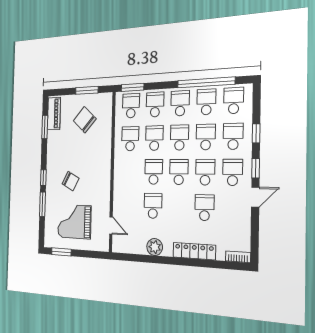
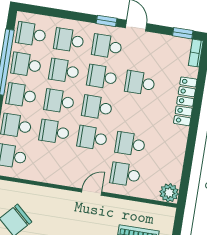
window: (256, 133) -> (183, 33), moved
school desk: (130, 139) -> (125, 174), moved
door: (111, 225) -> (92, 192), moved
plant: (155, 247) -> (169, 193), moved

